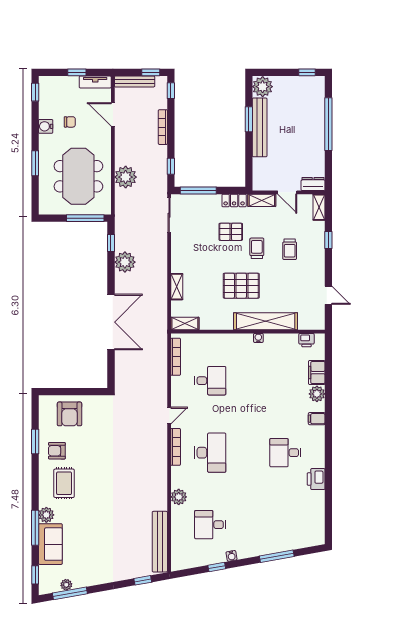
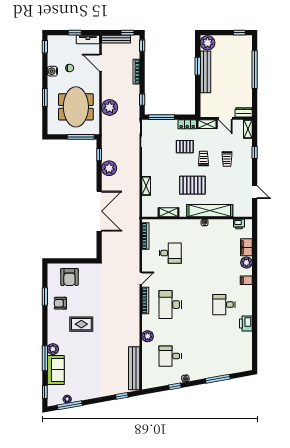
shelving: (185, 324) -> (169, 212), moved
desk: (210, 453) -> (170, 305), turned 180
rug: (64, 483) -> (81, 324), moved, turned 90

